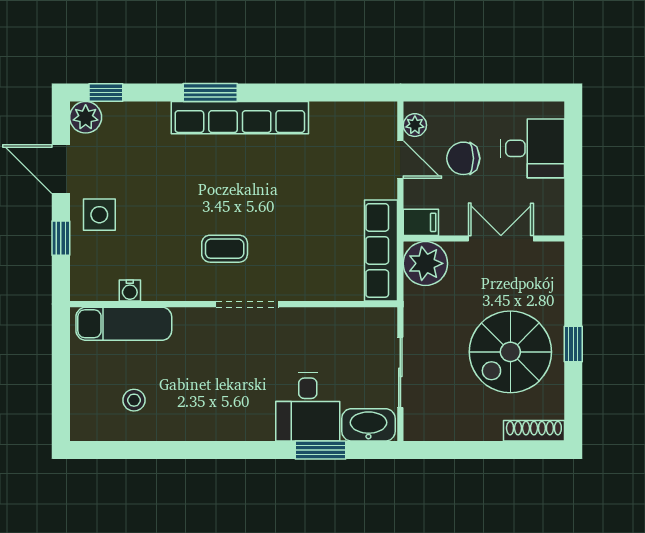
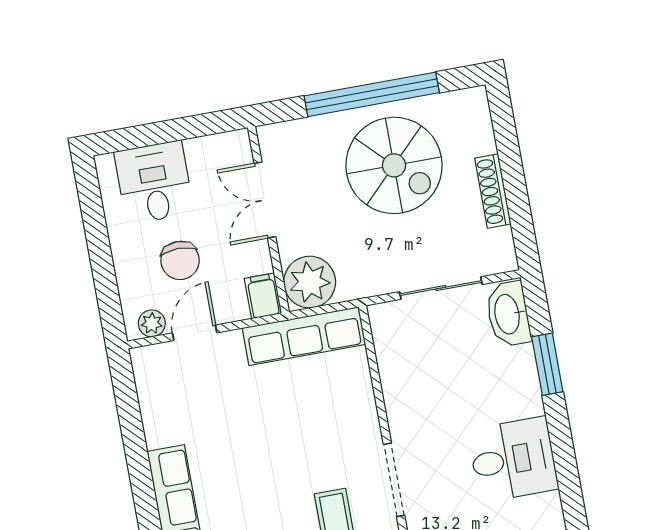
window: (573, 344) -> (372, 94), width x3.17
desk: (308, 407) -> (513, 459), moved
shoe rack: (534, 431) -> (493, 191), moved

